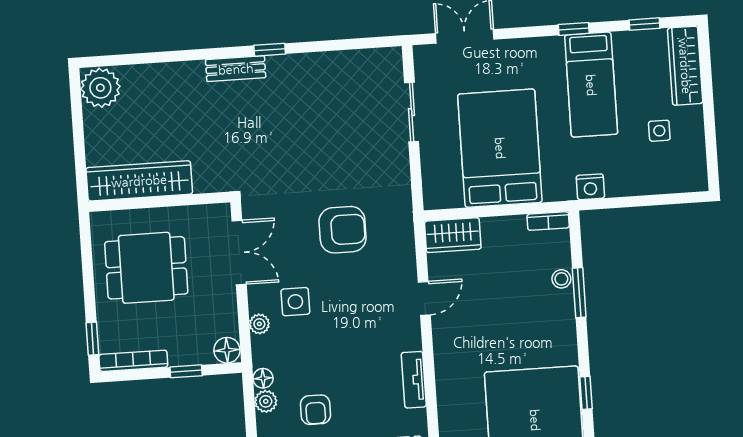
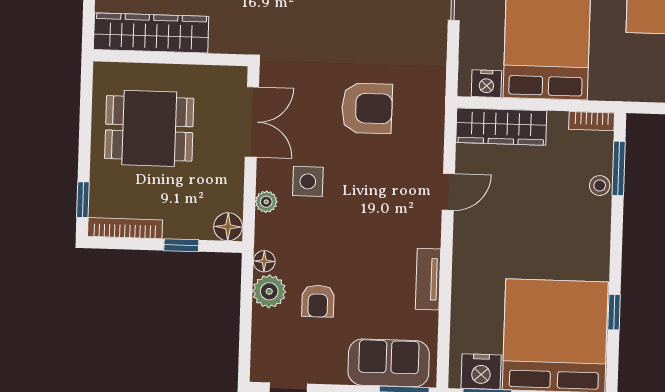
nightstand: (590, 187) -> (486, 84), moved
wardrobe: (453, 235) -> (501, 127), width x1.50
window: (579, 293) -> (619, 168), moved
plant: (266, 401) -> (269, 291), width x1.38, depth x1.38

